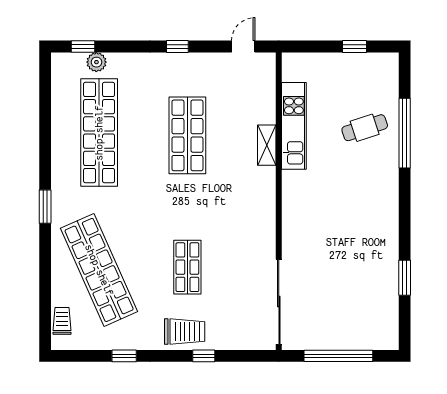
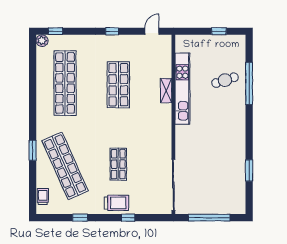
plant: (96, 62) -> (42, 41), moved
kitchen unit: (294, 126) -> (182, 89), width x1.36
window: (45, 207) -> (33, 150), moved

